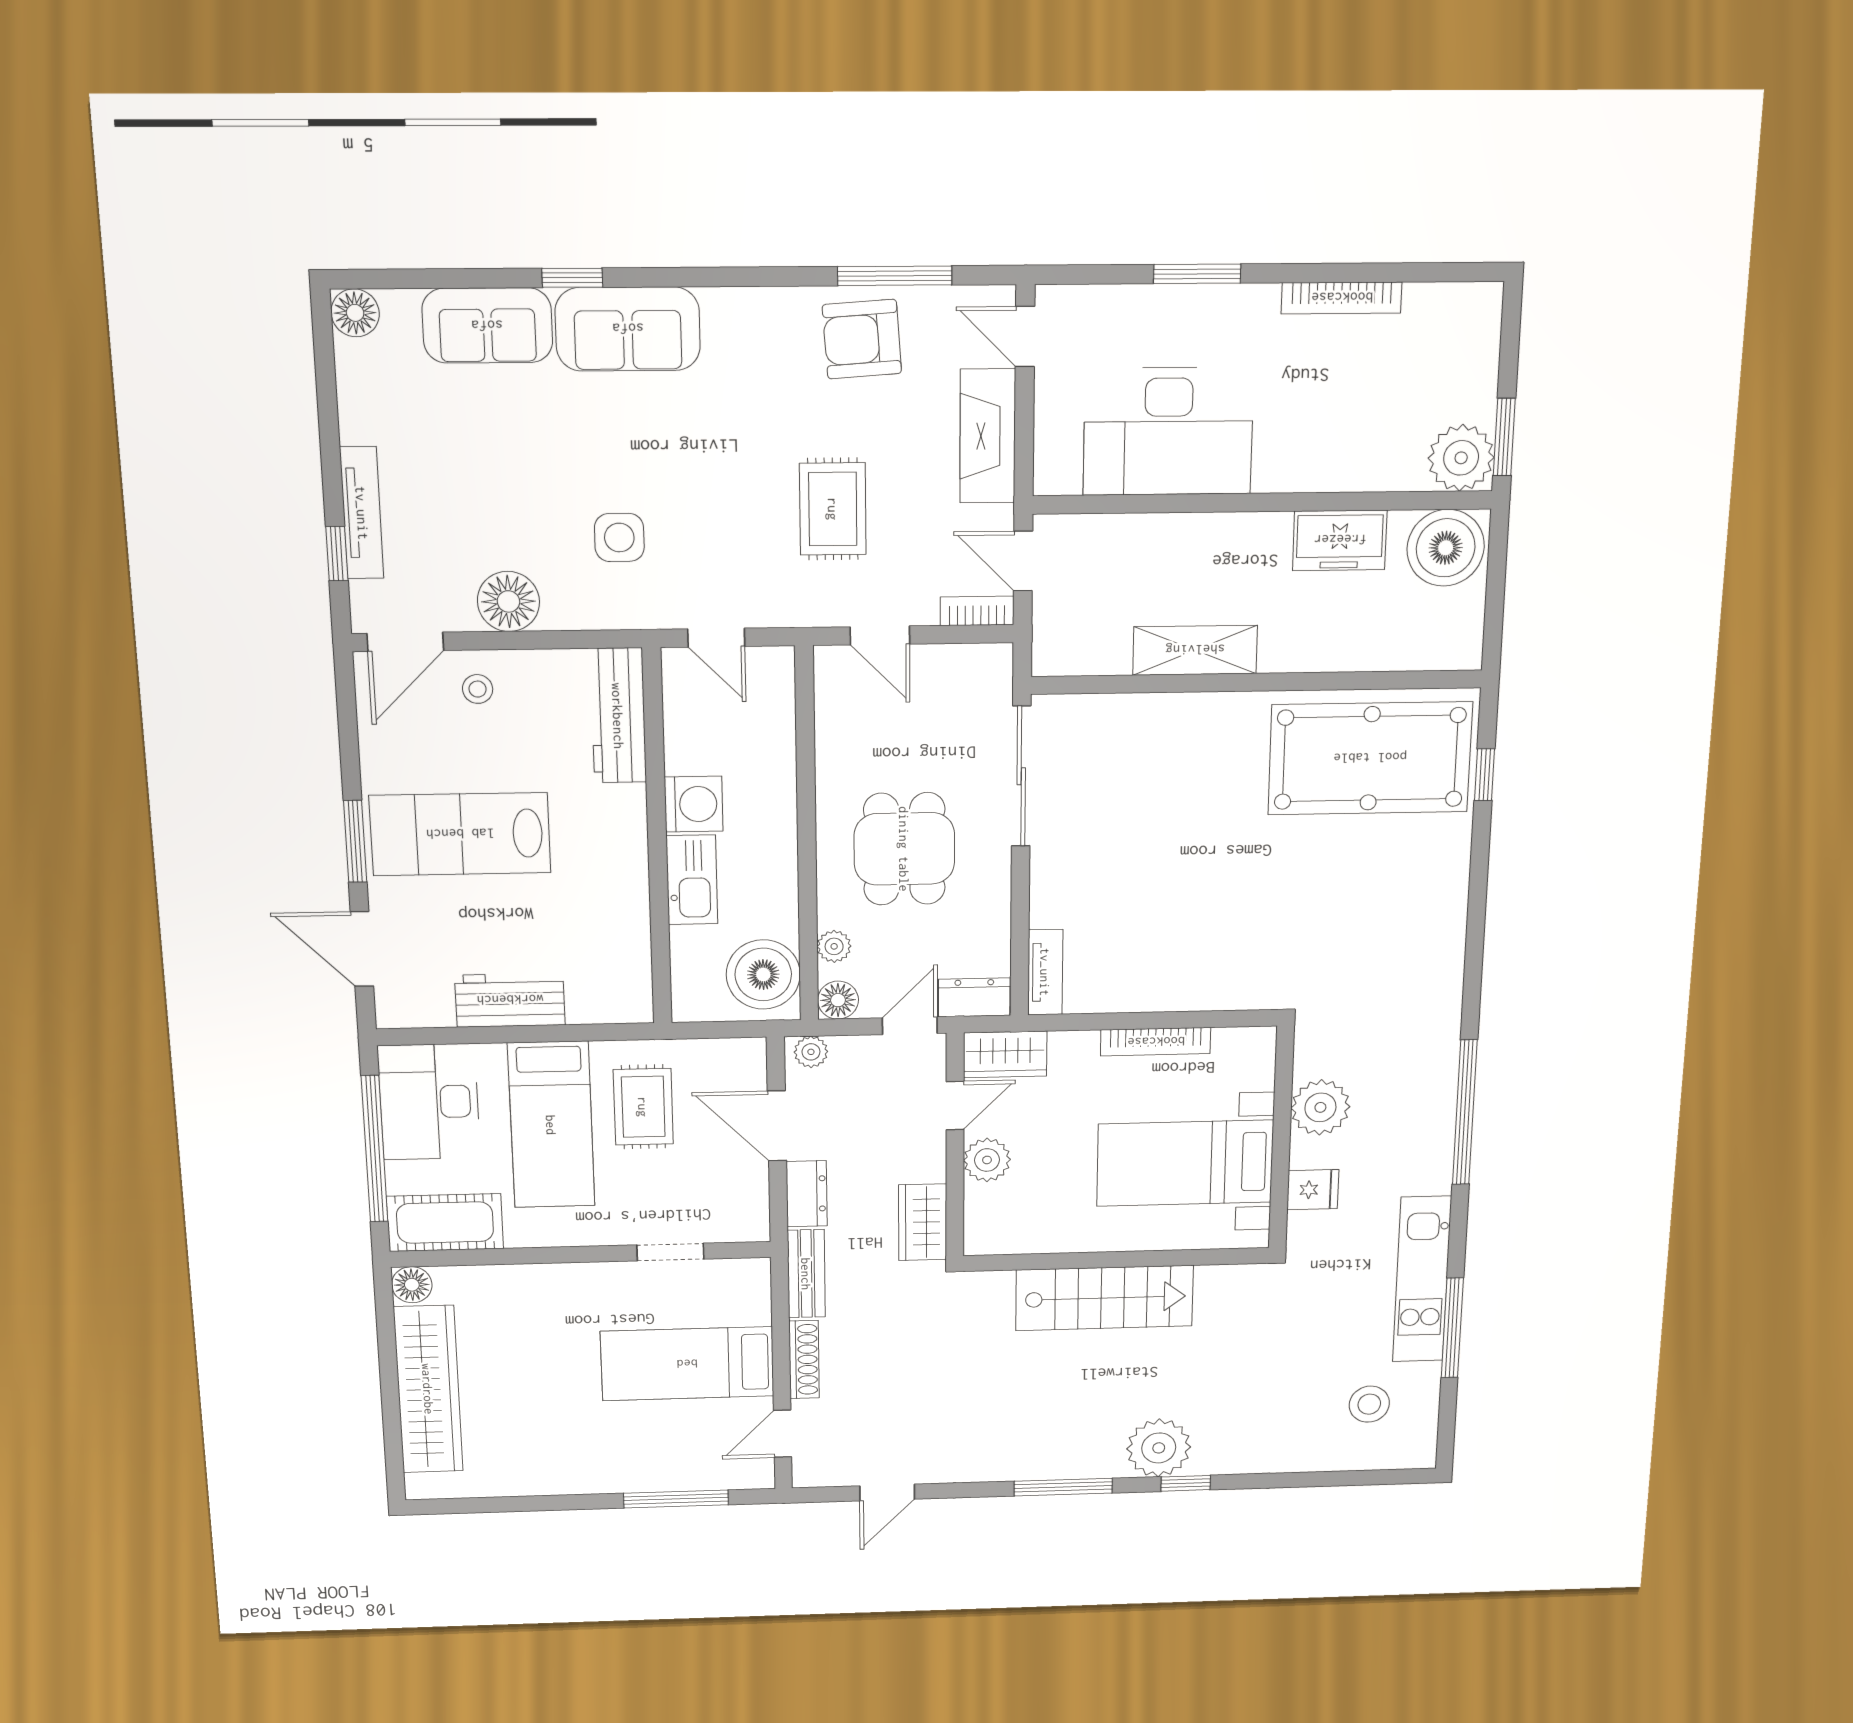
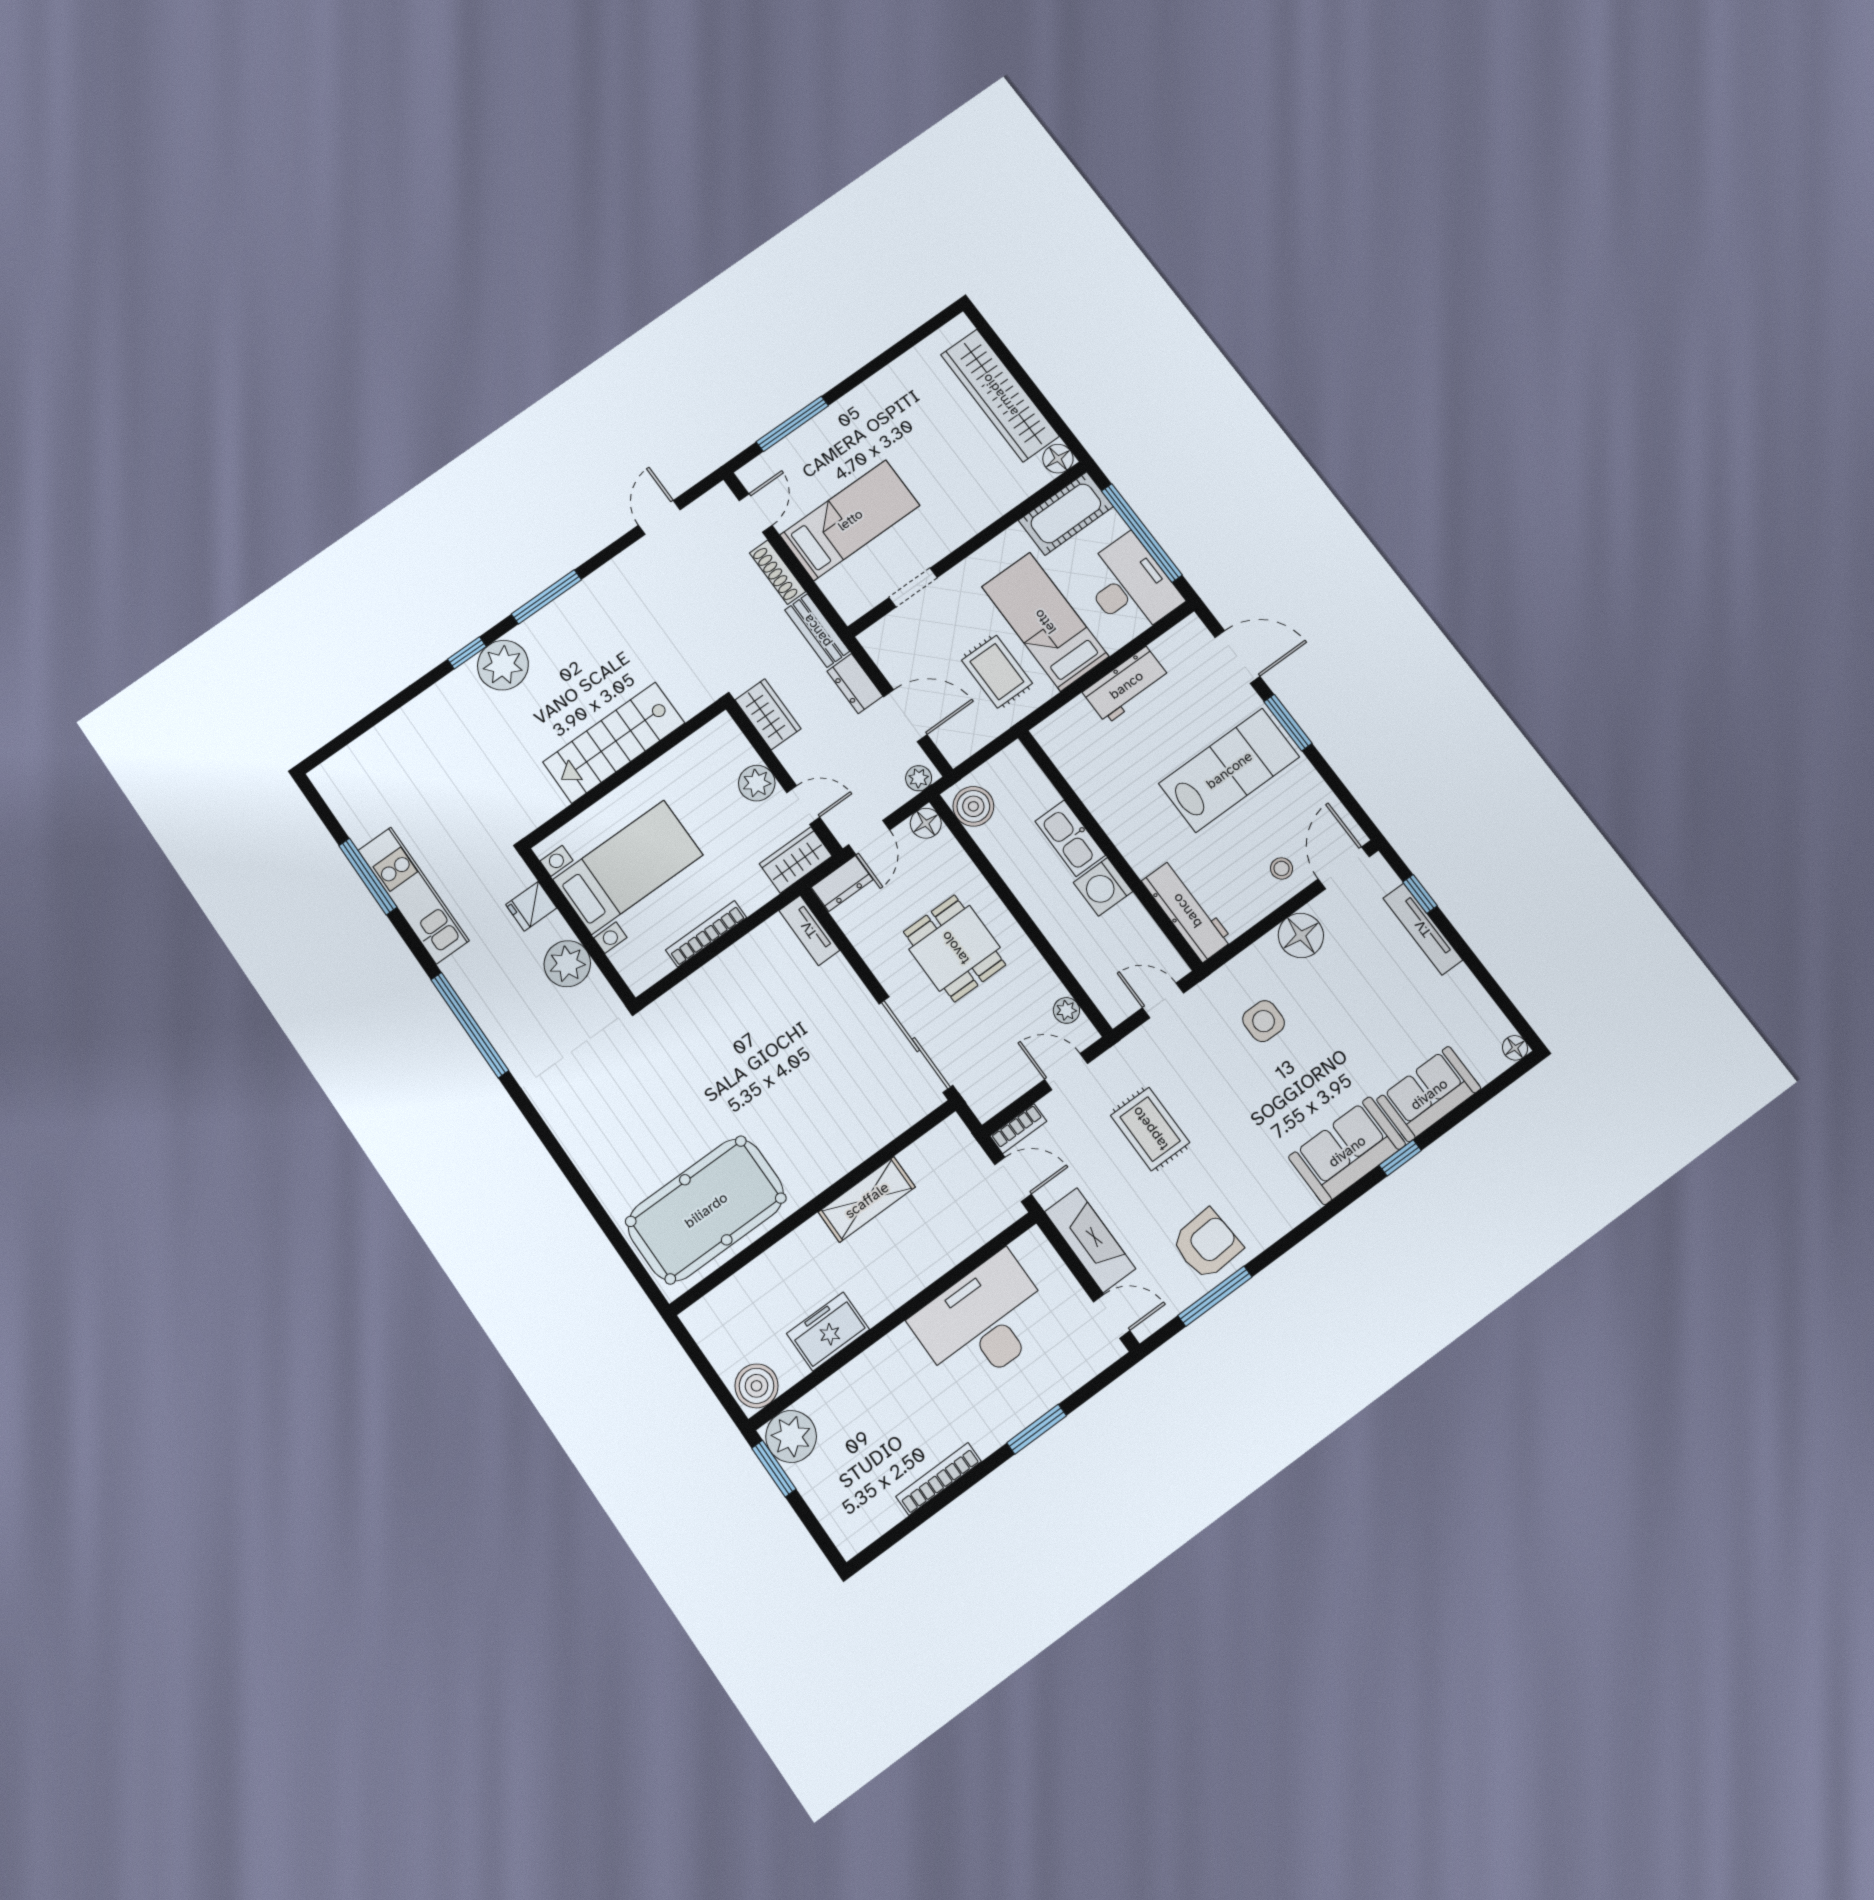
floor lamp: (355, 313) -> (1515, 1048), width x0.73, depth x0.73
boiler: (1446, 548) -> (757, 1386), width x0.73, depth x0.73
window: (1485, 775) -> (625, 1251), removed
plant: (834, 946) -> (1066, 1010), moved
boiler: (763, 974) -> (973, 806), width x0.73, depth x0.73
door: (955, 1106) -> (803, 805), swing flipped
stool: (1369, 1404) -> (384, 788), removed

